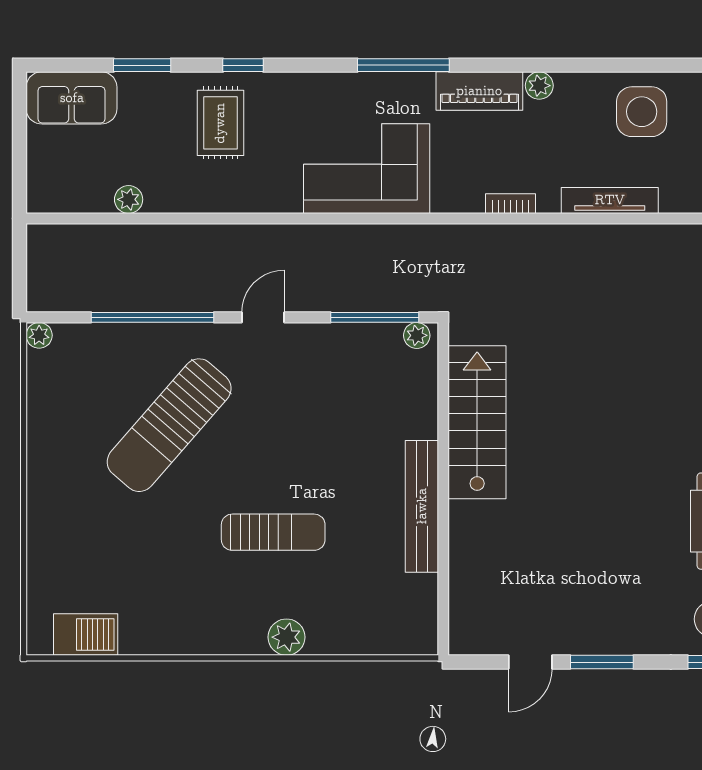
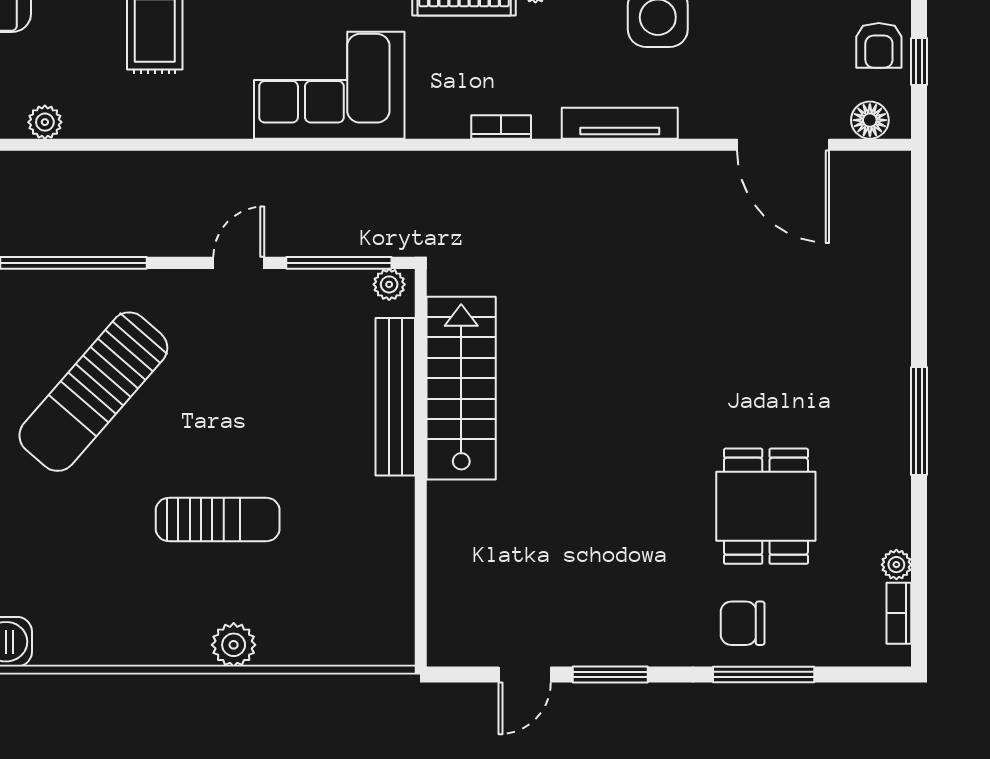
door: (263, 317) -> (239, 263), moved
bench: (422, 506) -> (395, 397), moved

